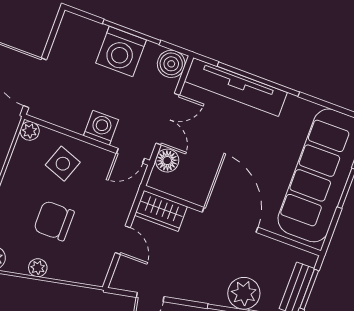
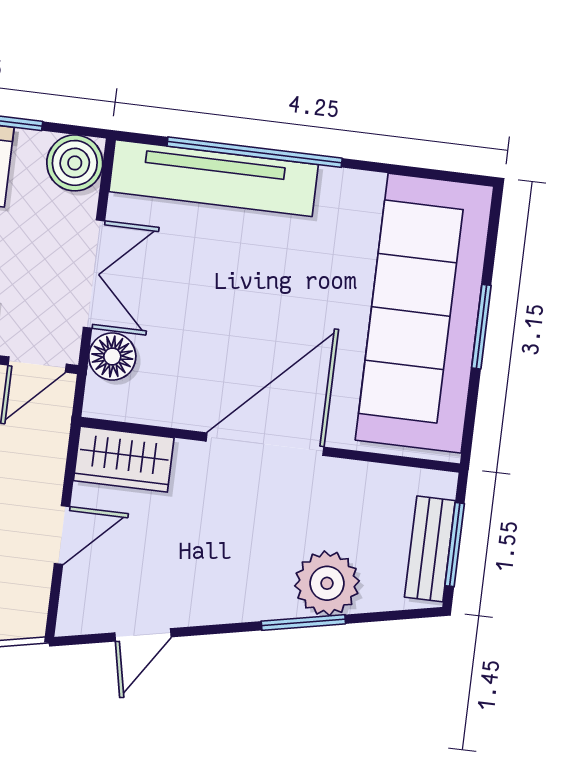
door: (230, 220) -> (265, 444), hinge flipped
door: (123, 240) -> (62, 535), hinge flipped

